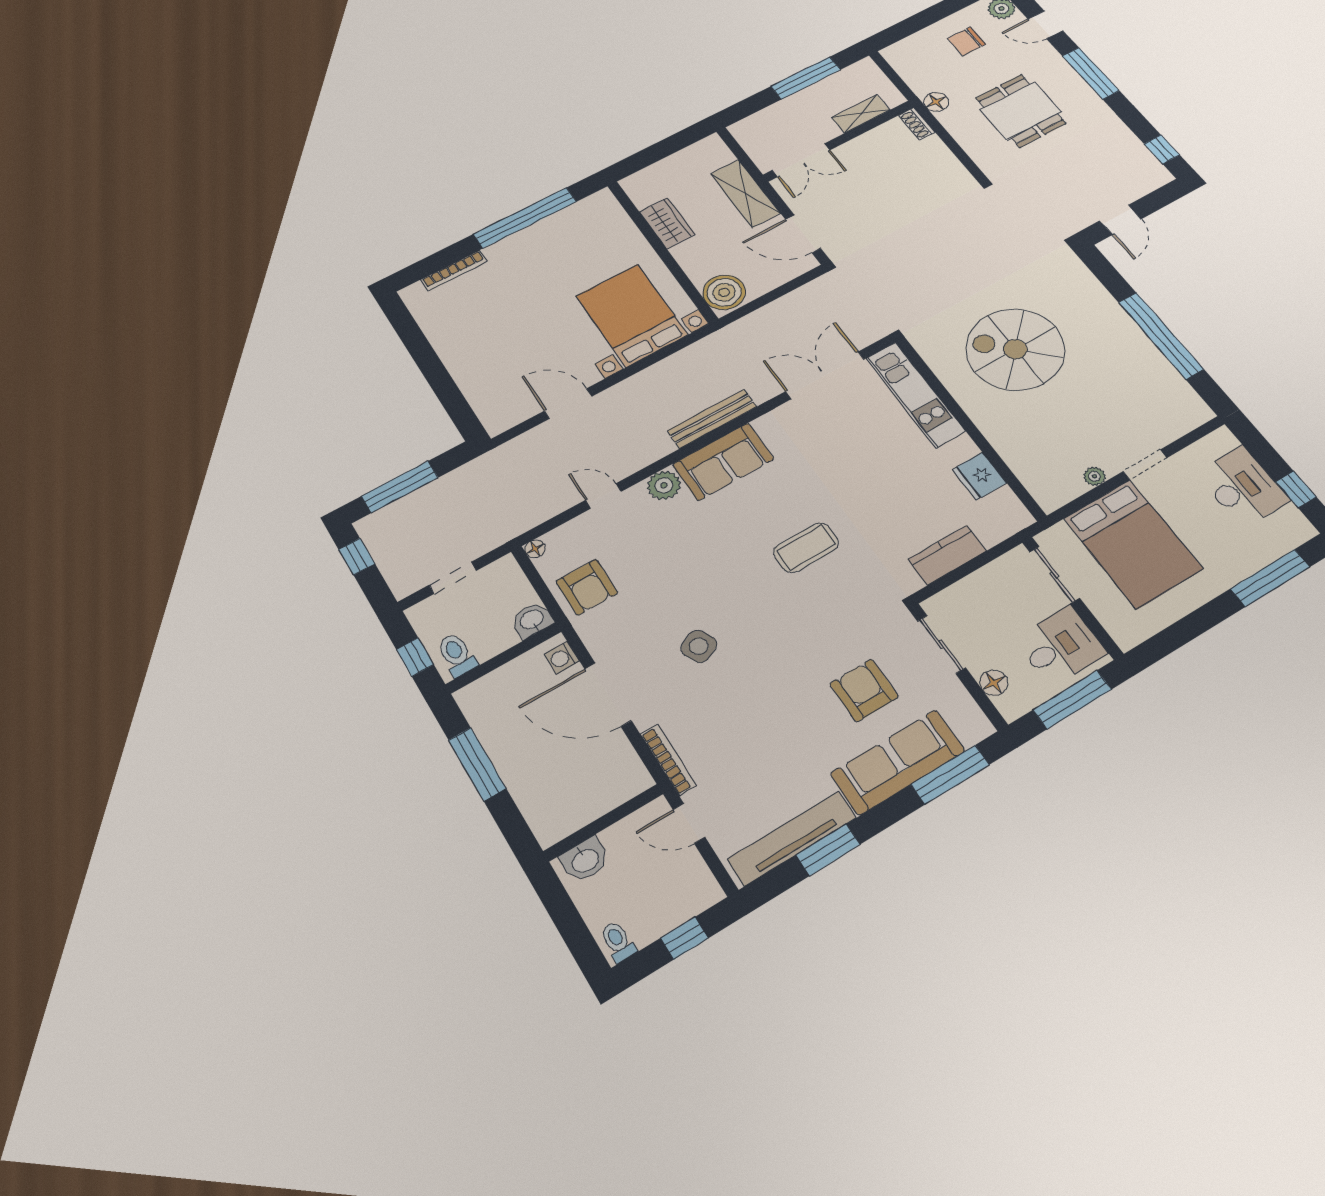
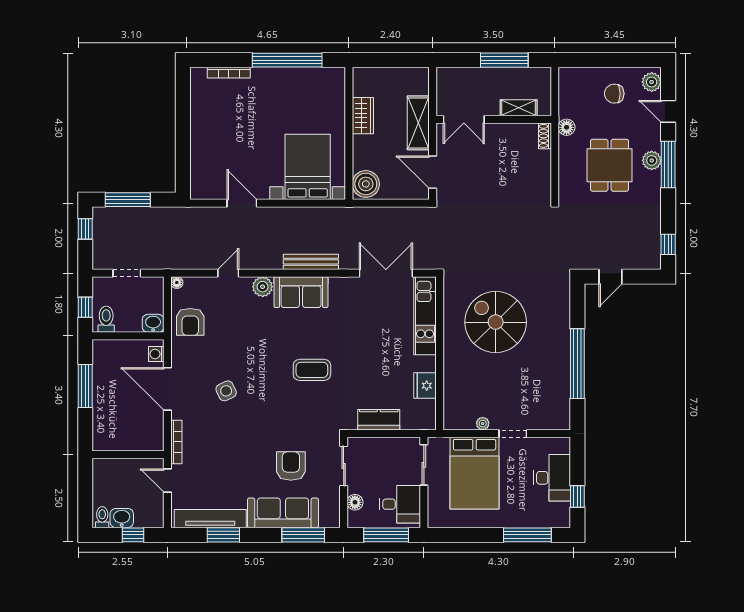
plant: (1068, 80) -> (652, 160), added
door: (603, 496) -> (228, 273), hinge flipped
washbasin: (585, 860) -> (122, 518), moved, turned 180

